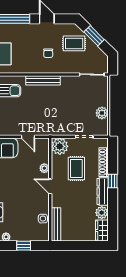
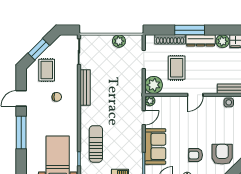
bench: (43, 80) -> (85, 88), moved
plant: (44, 168) -> (150, 101), moved
rug: (76, 168) -> (177, 68), turned 90
window: (113, 181) -> (190, 30), width x2.17

